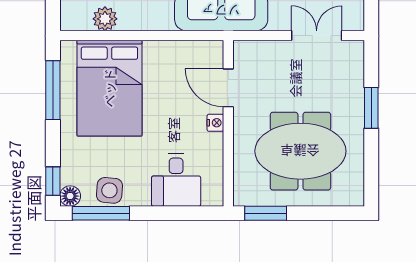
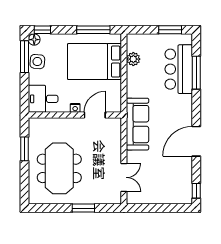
door: (228, 88) -> (95, 115), moved
nightstand: (215, 123) -> (75, 108), moved
wall: (228, 123) -> (75, 115), moved

